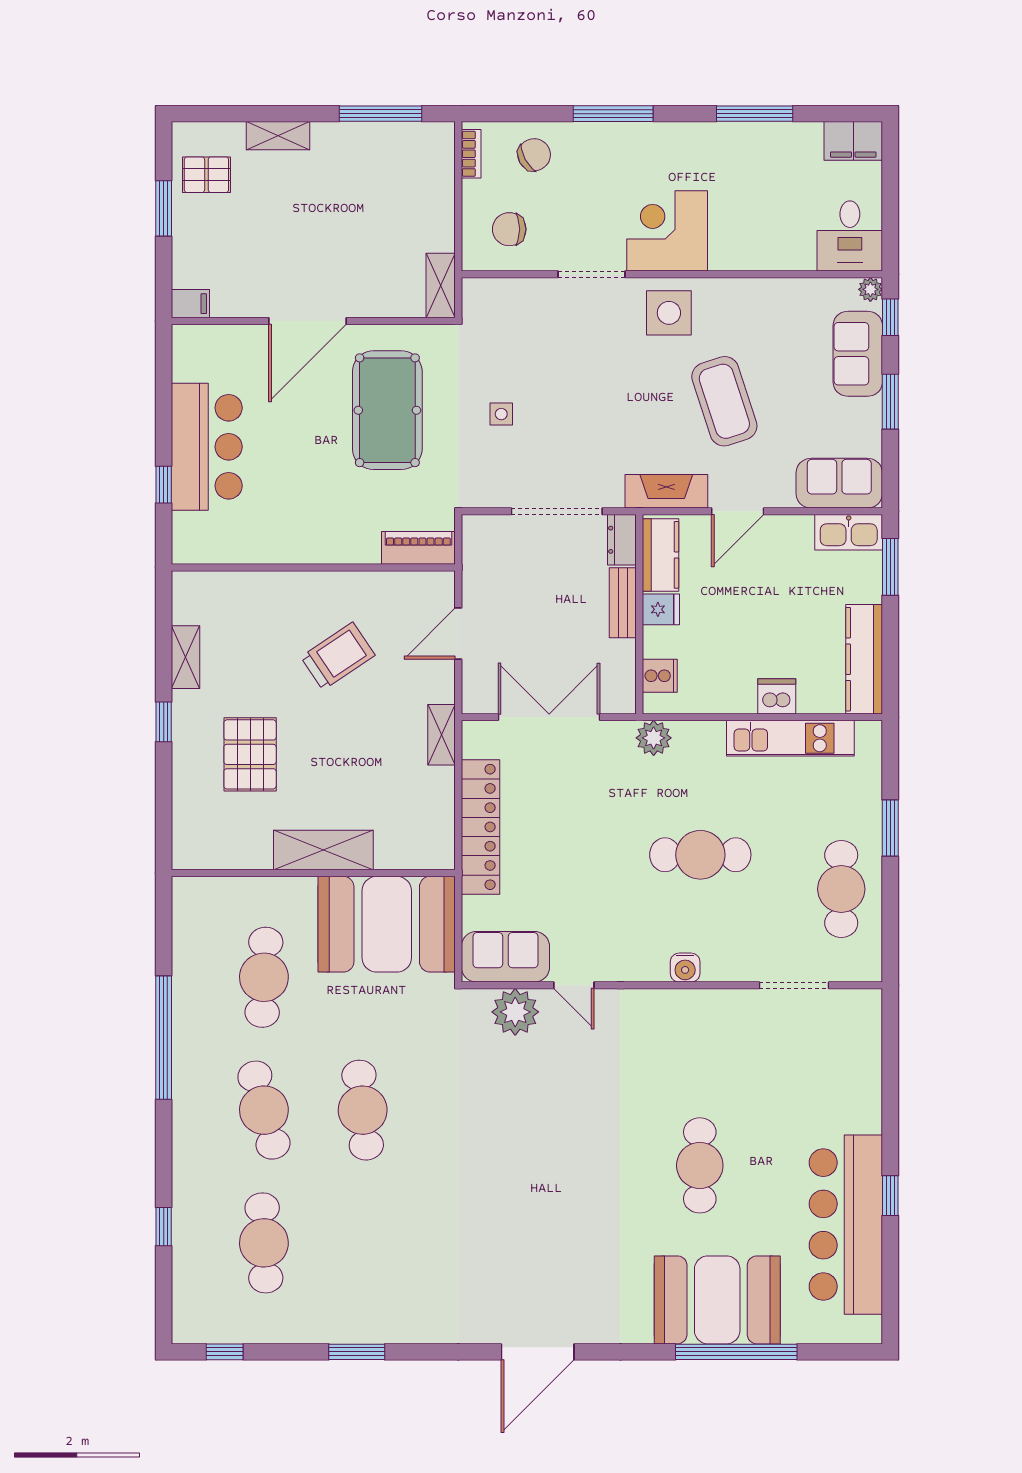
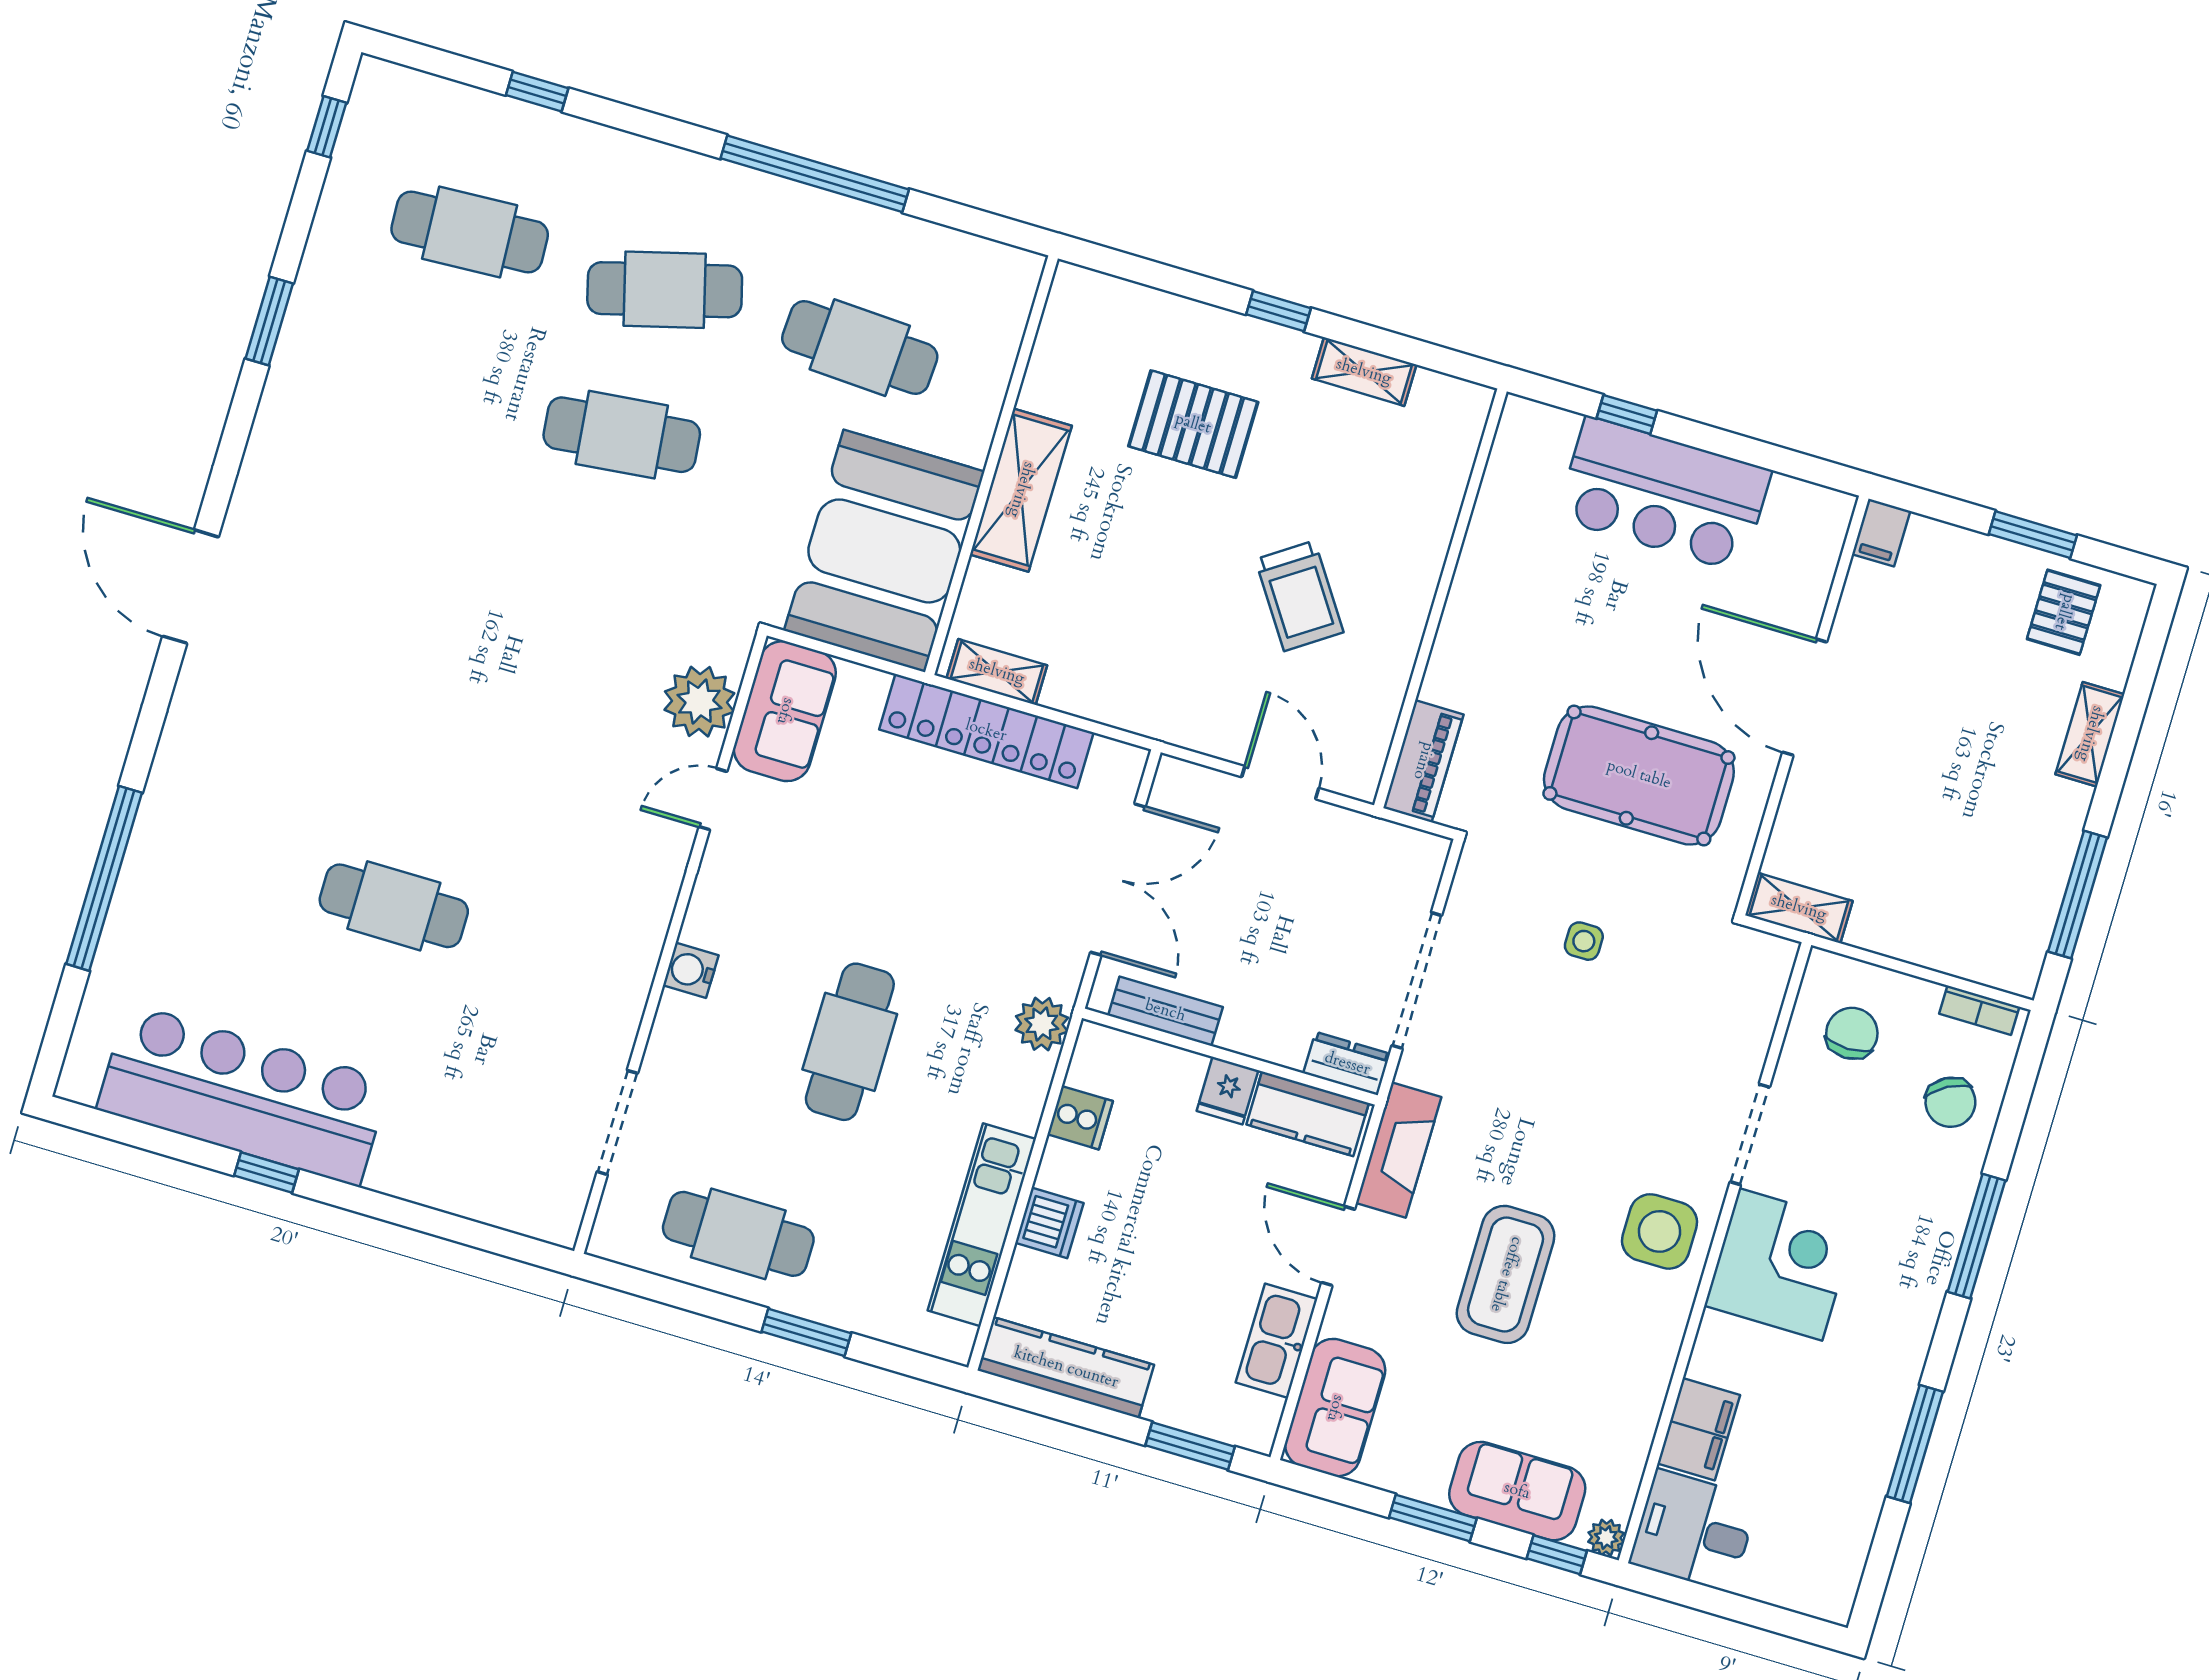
filing cabinet: (853, 141) -> (1699, 1429), moved, turned 180
coffee table: (724, 401) -> (1506, 1274), turned -72
kitchen sink: (849, 532) -> (1277, 1341), moved
bench: (623, 603) -> (1165, 1011), moved
cooker: (660, 676) -> (1080, 1118), moved, turned -90
shelving: (442, 735) -> (997, 672), moved
booth: (717, 1300) -> (189, 873), removed

